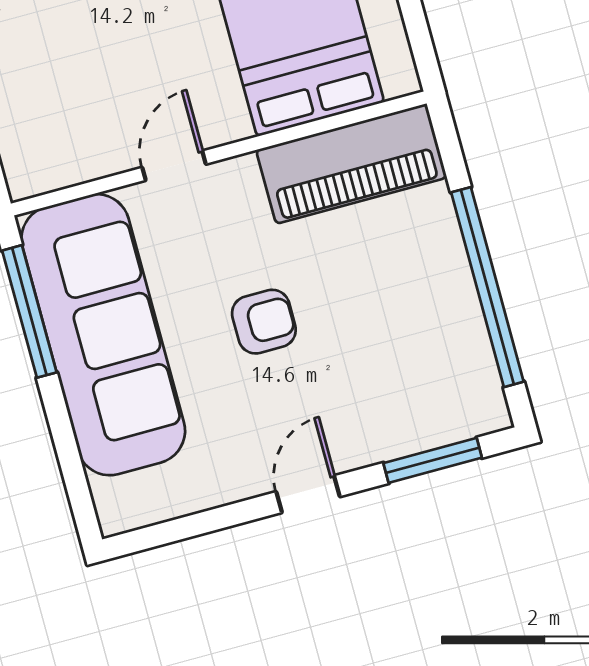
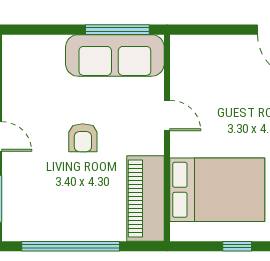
sofa: (103, 335) -> (115, 55), width x0.74, depth x0.79

